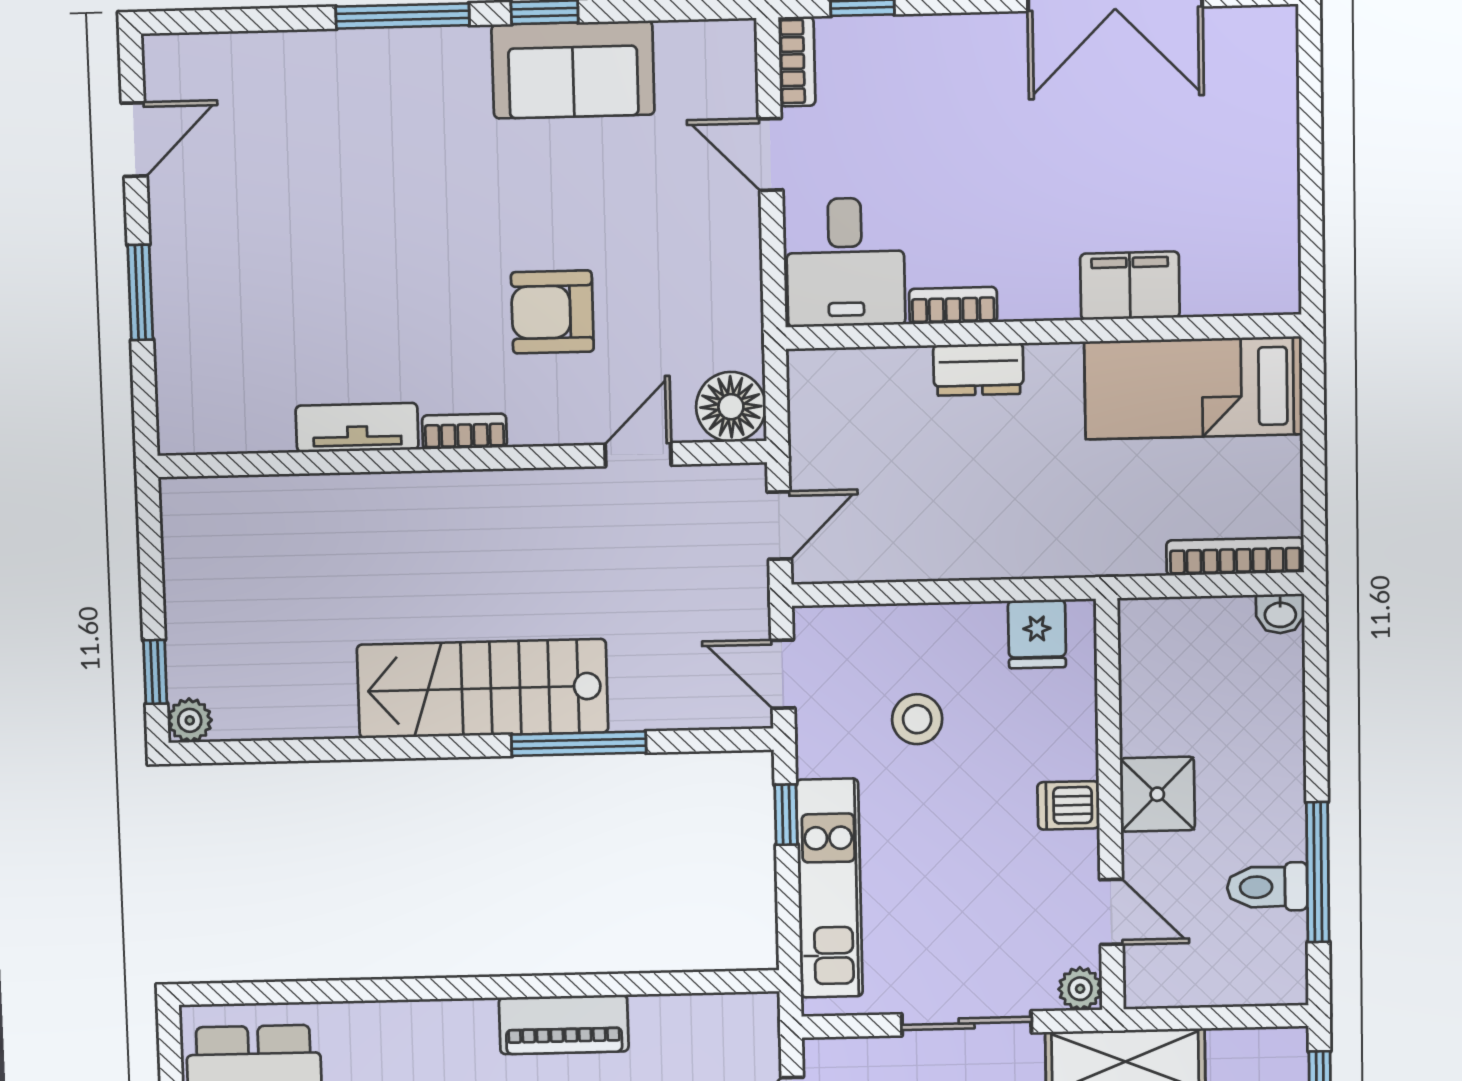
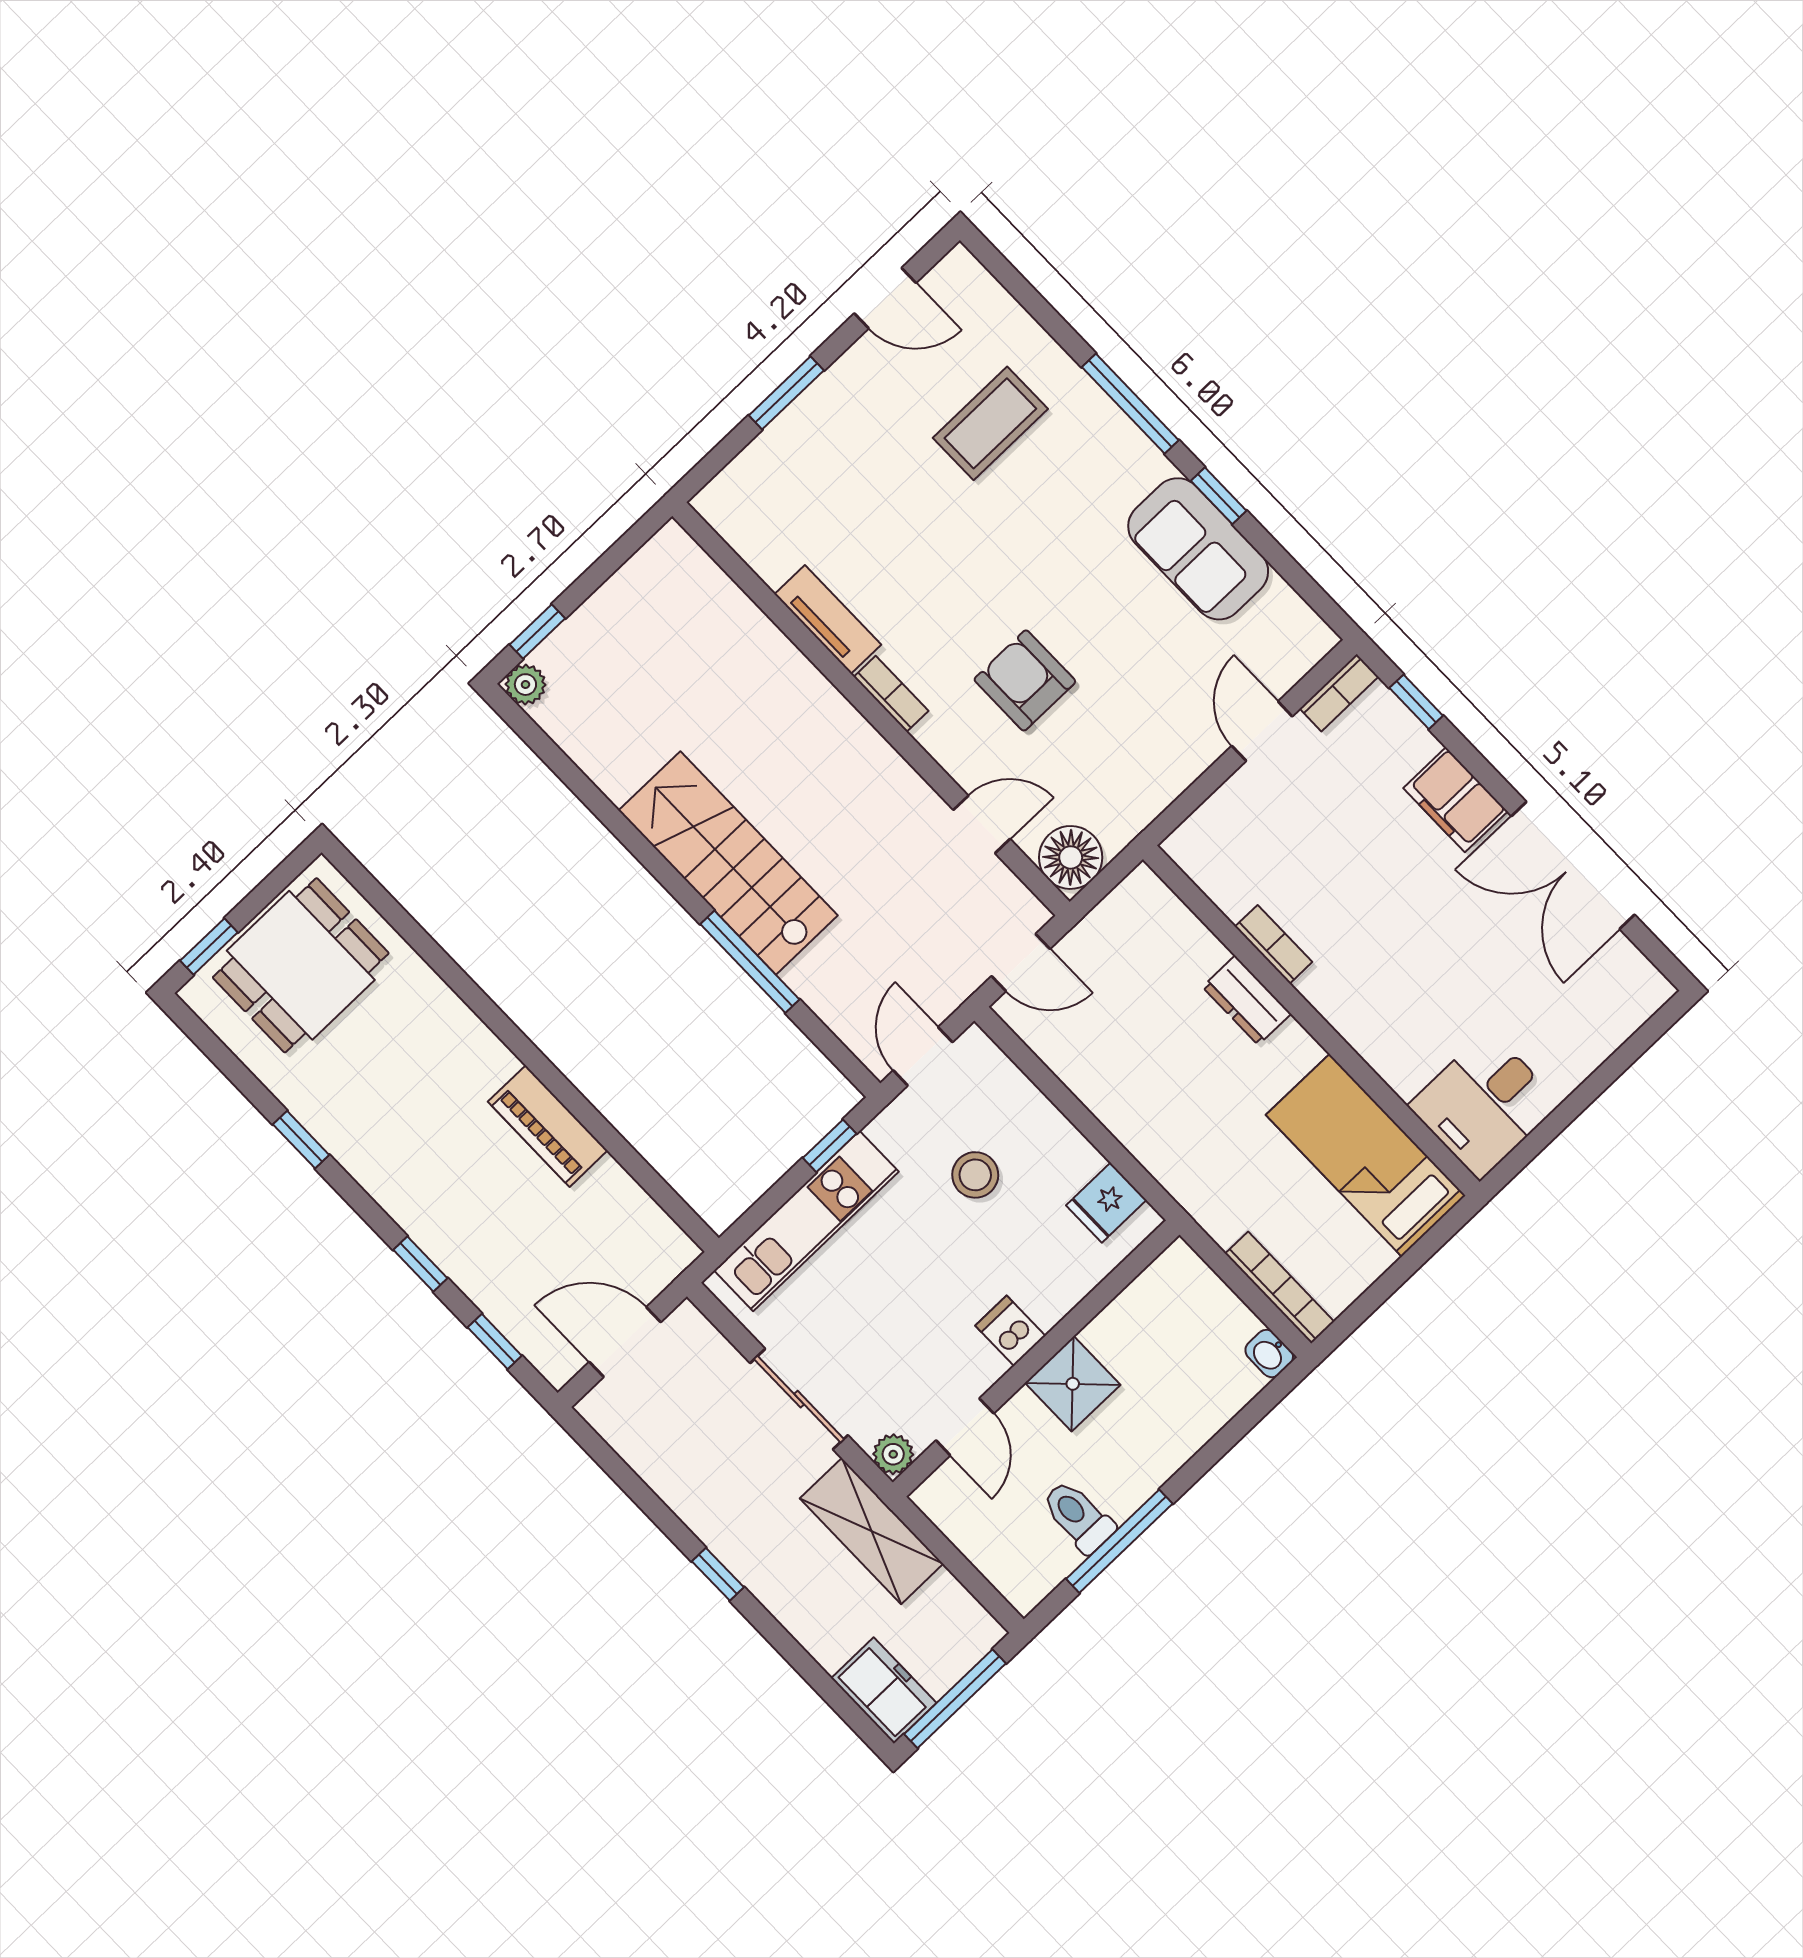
coffee table: (315, 147) -> (990, 423), added
desk: (845, 262) -> (1484, 1104), moved
filing cabinet: (1130, 286) -> (1455, 800), moved, turned 180

